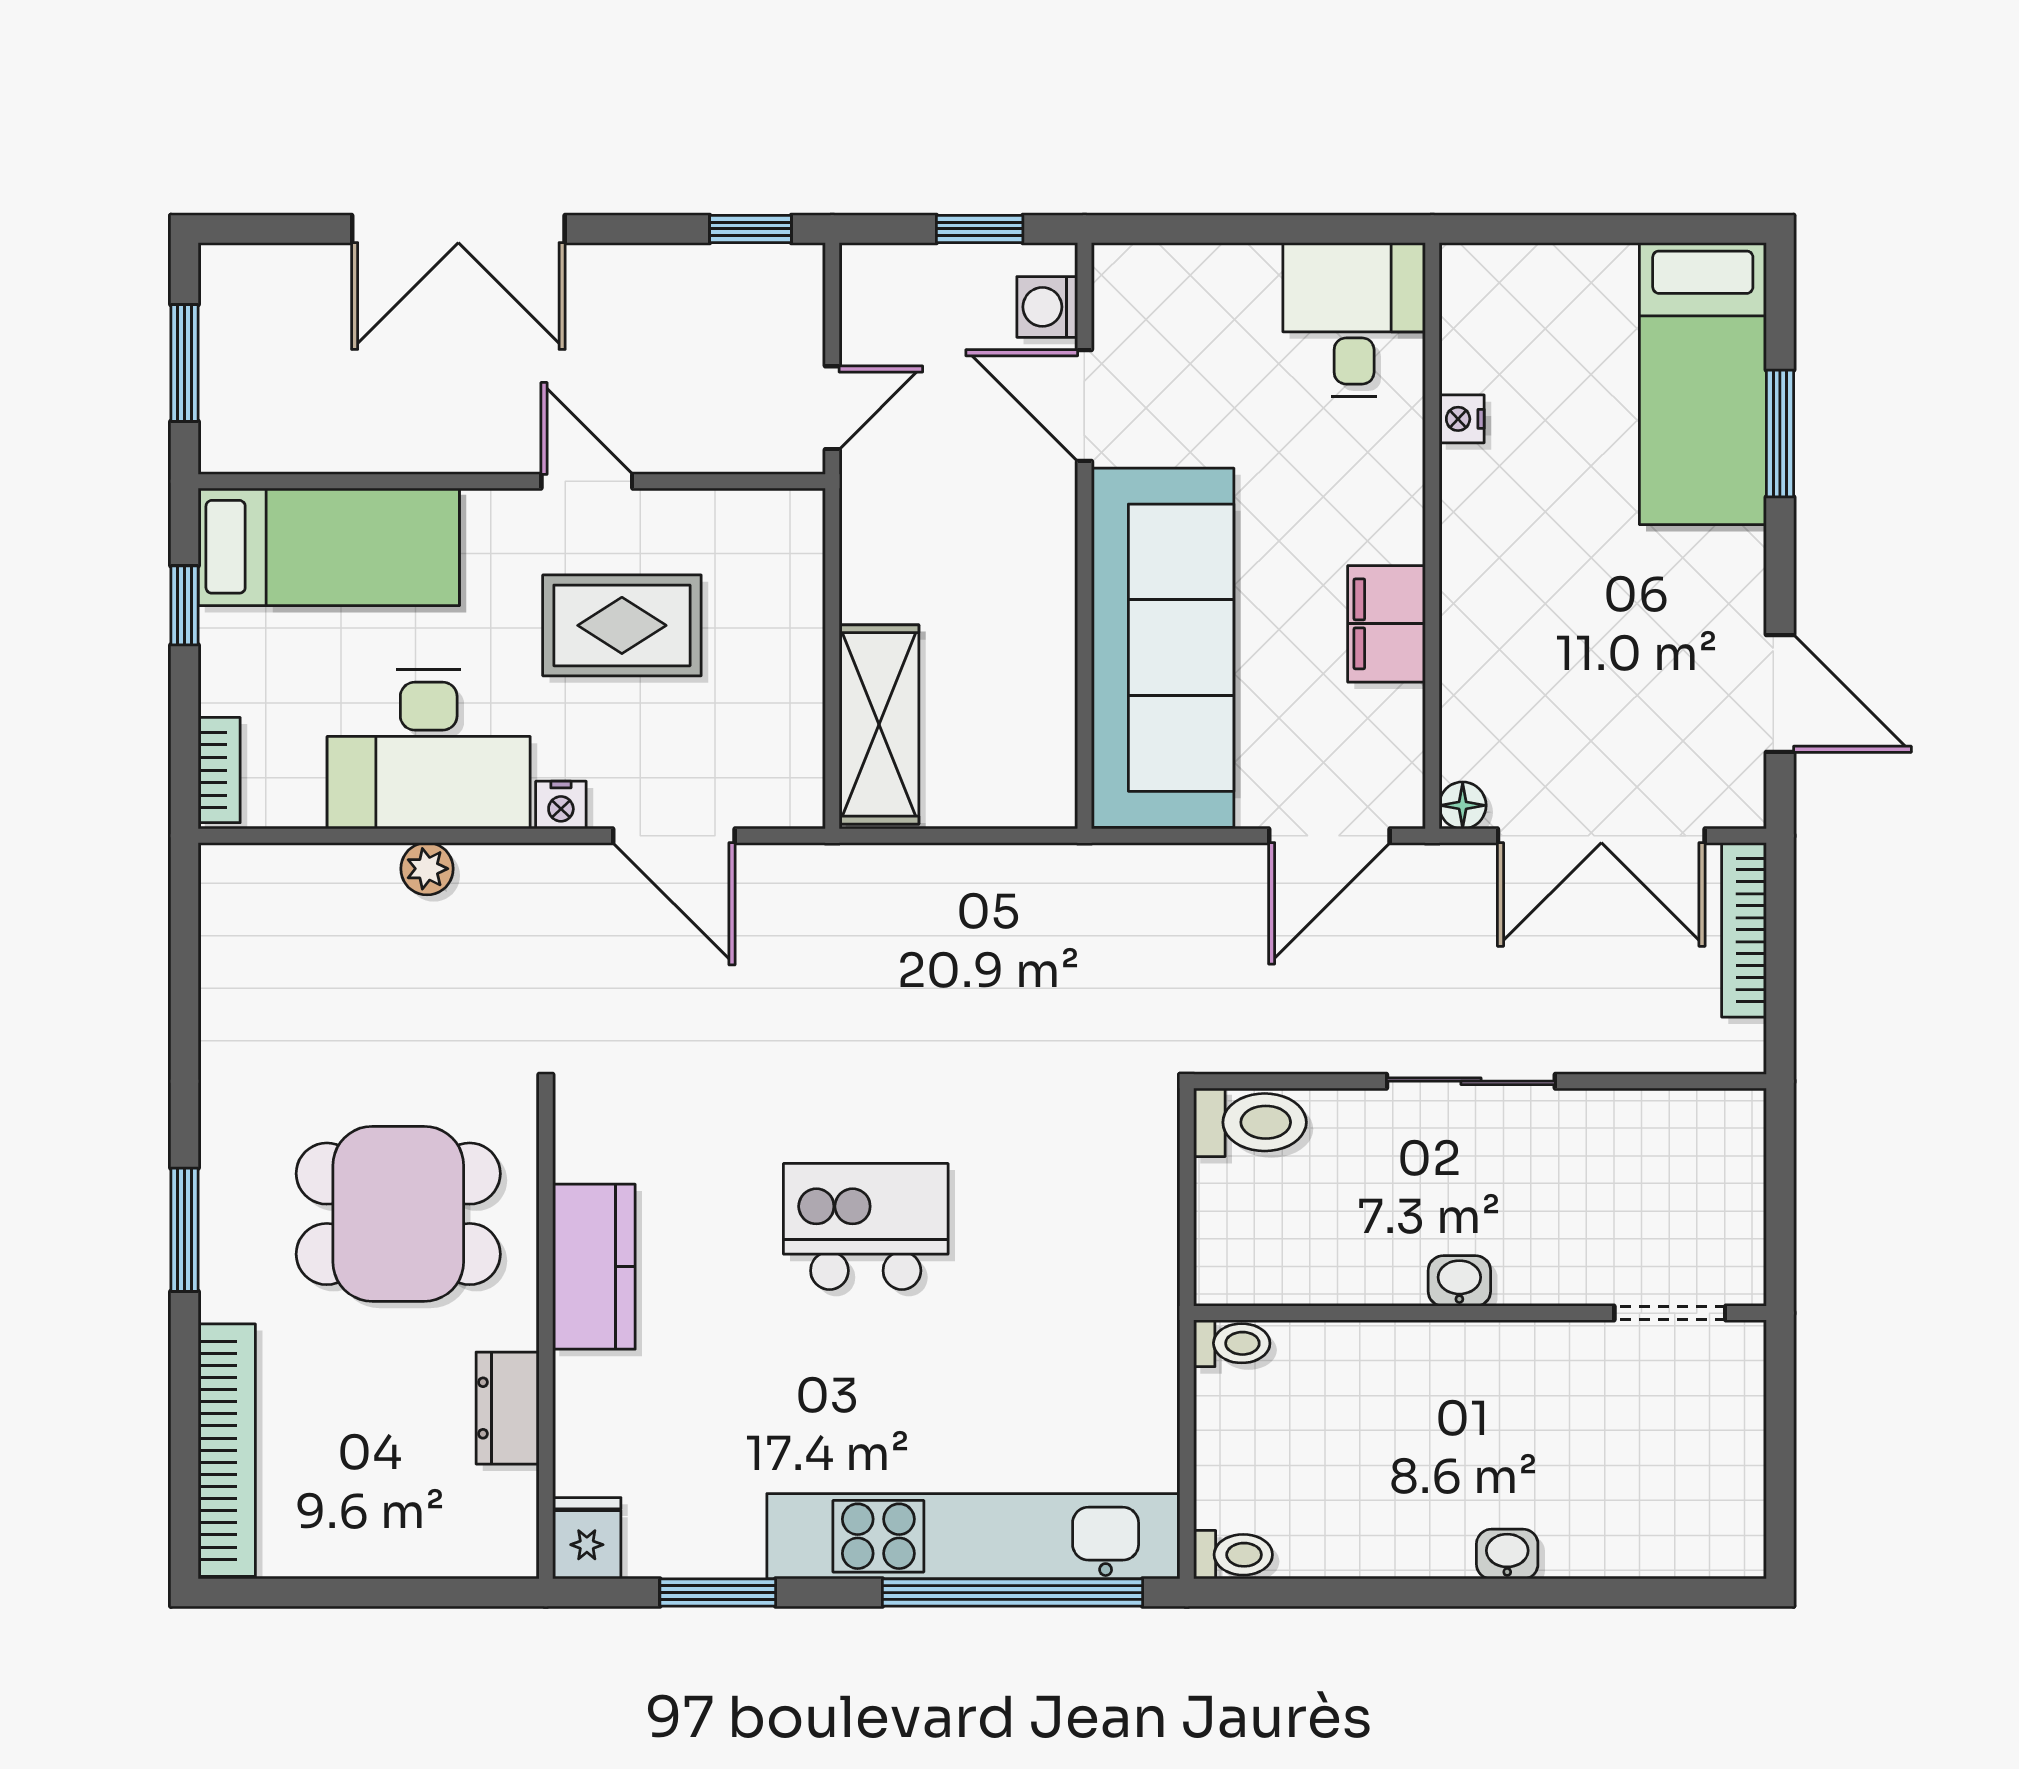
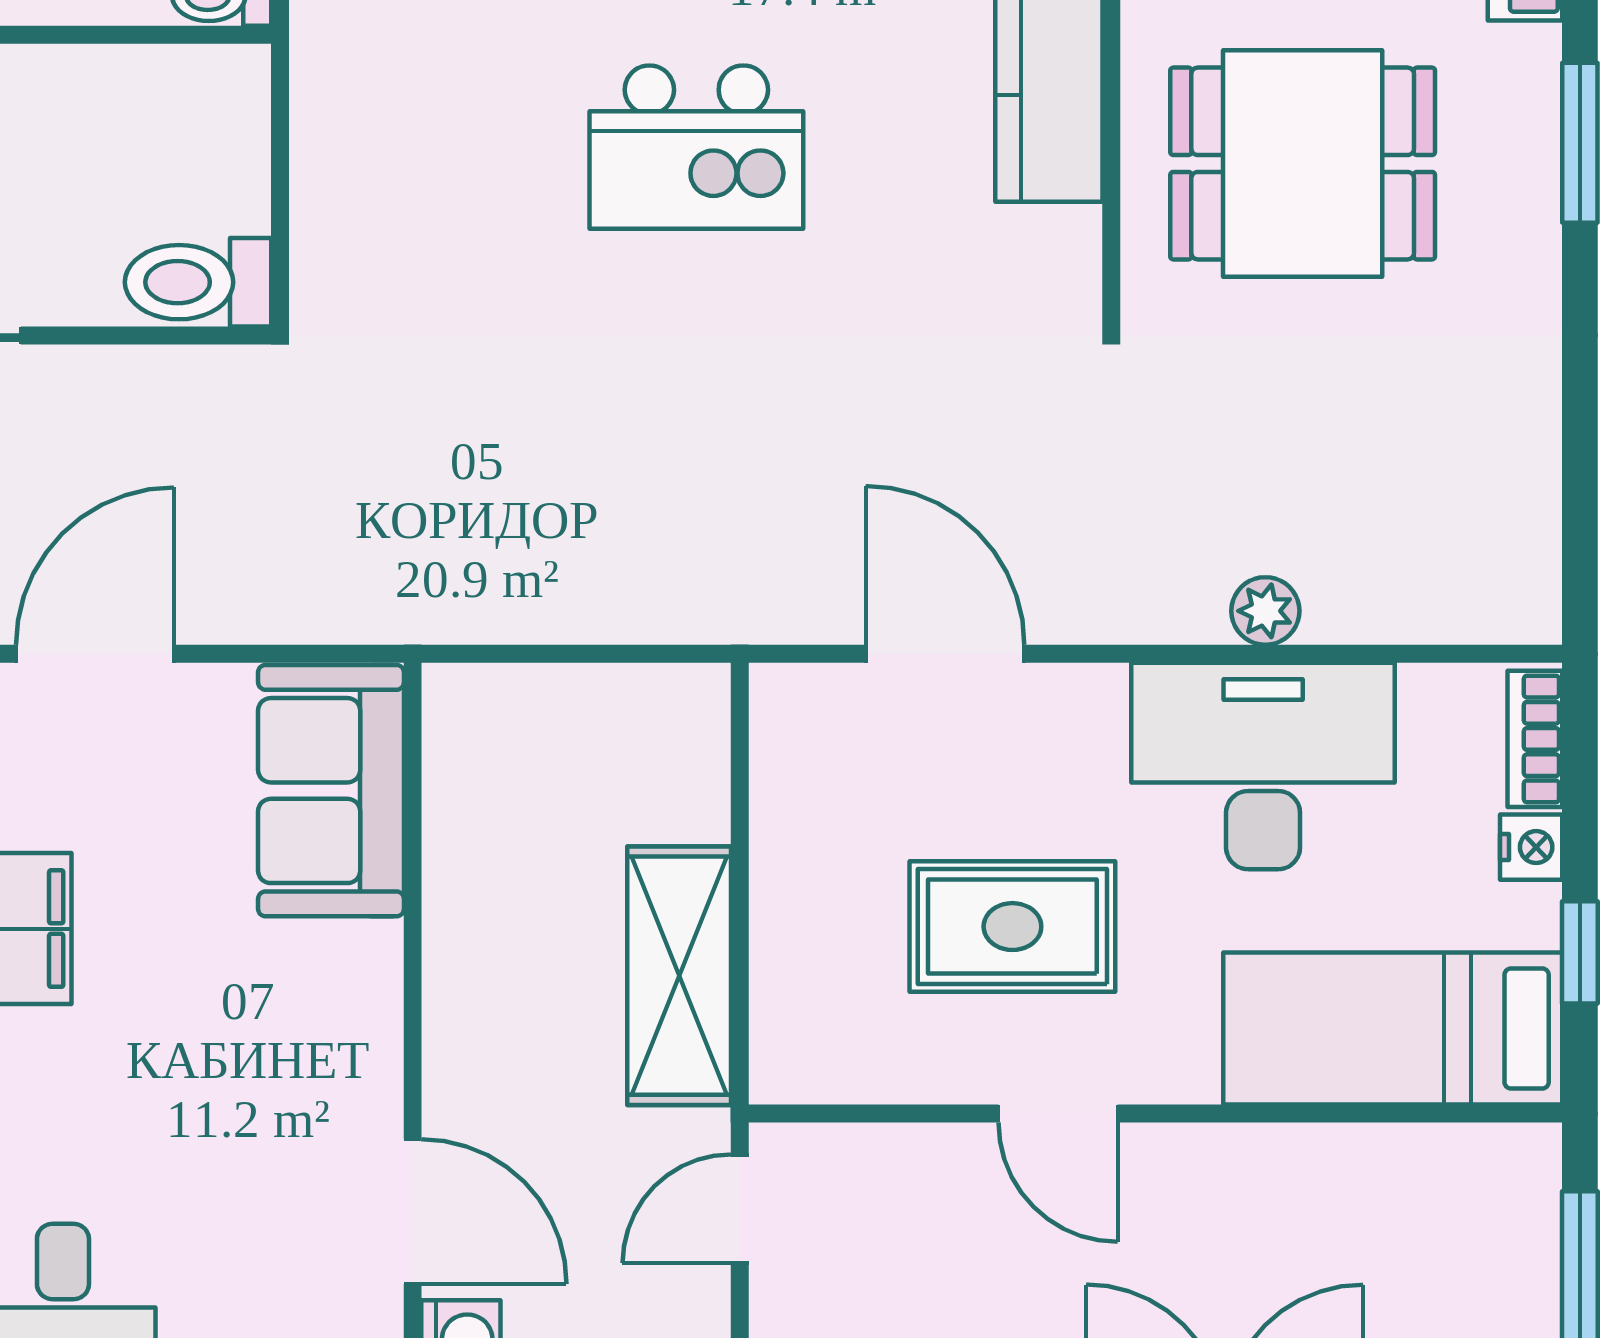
sofa: (1163, 648) -> (331, 791), width x0.54, depth x0.79
shelving: (879, 724) -> (679, 976), moved
nightstand: (561, 805) -> (1531, 847), moved, turned 90

